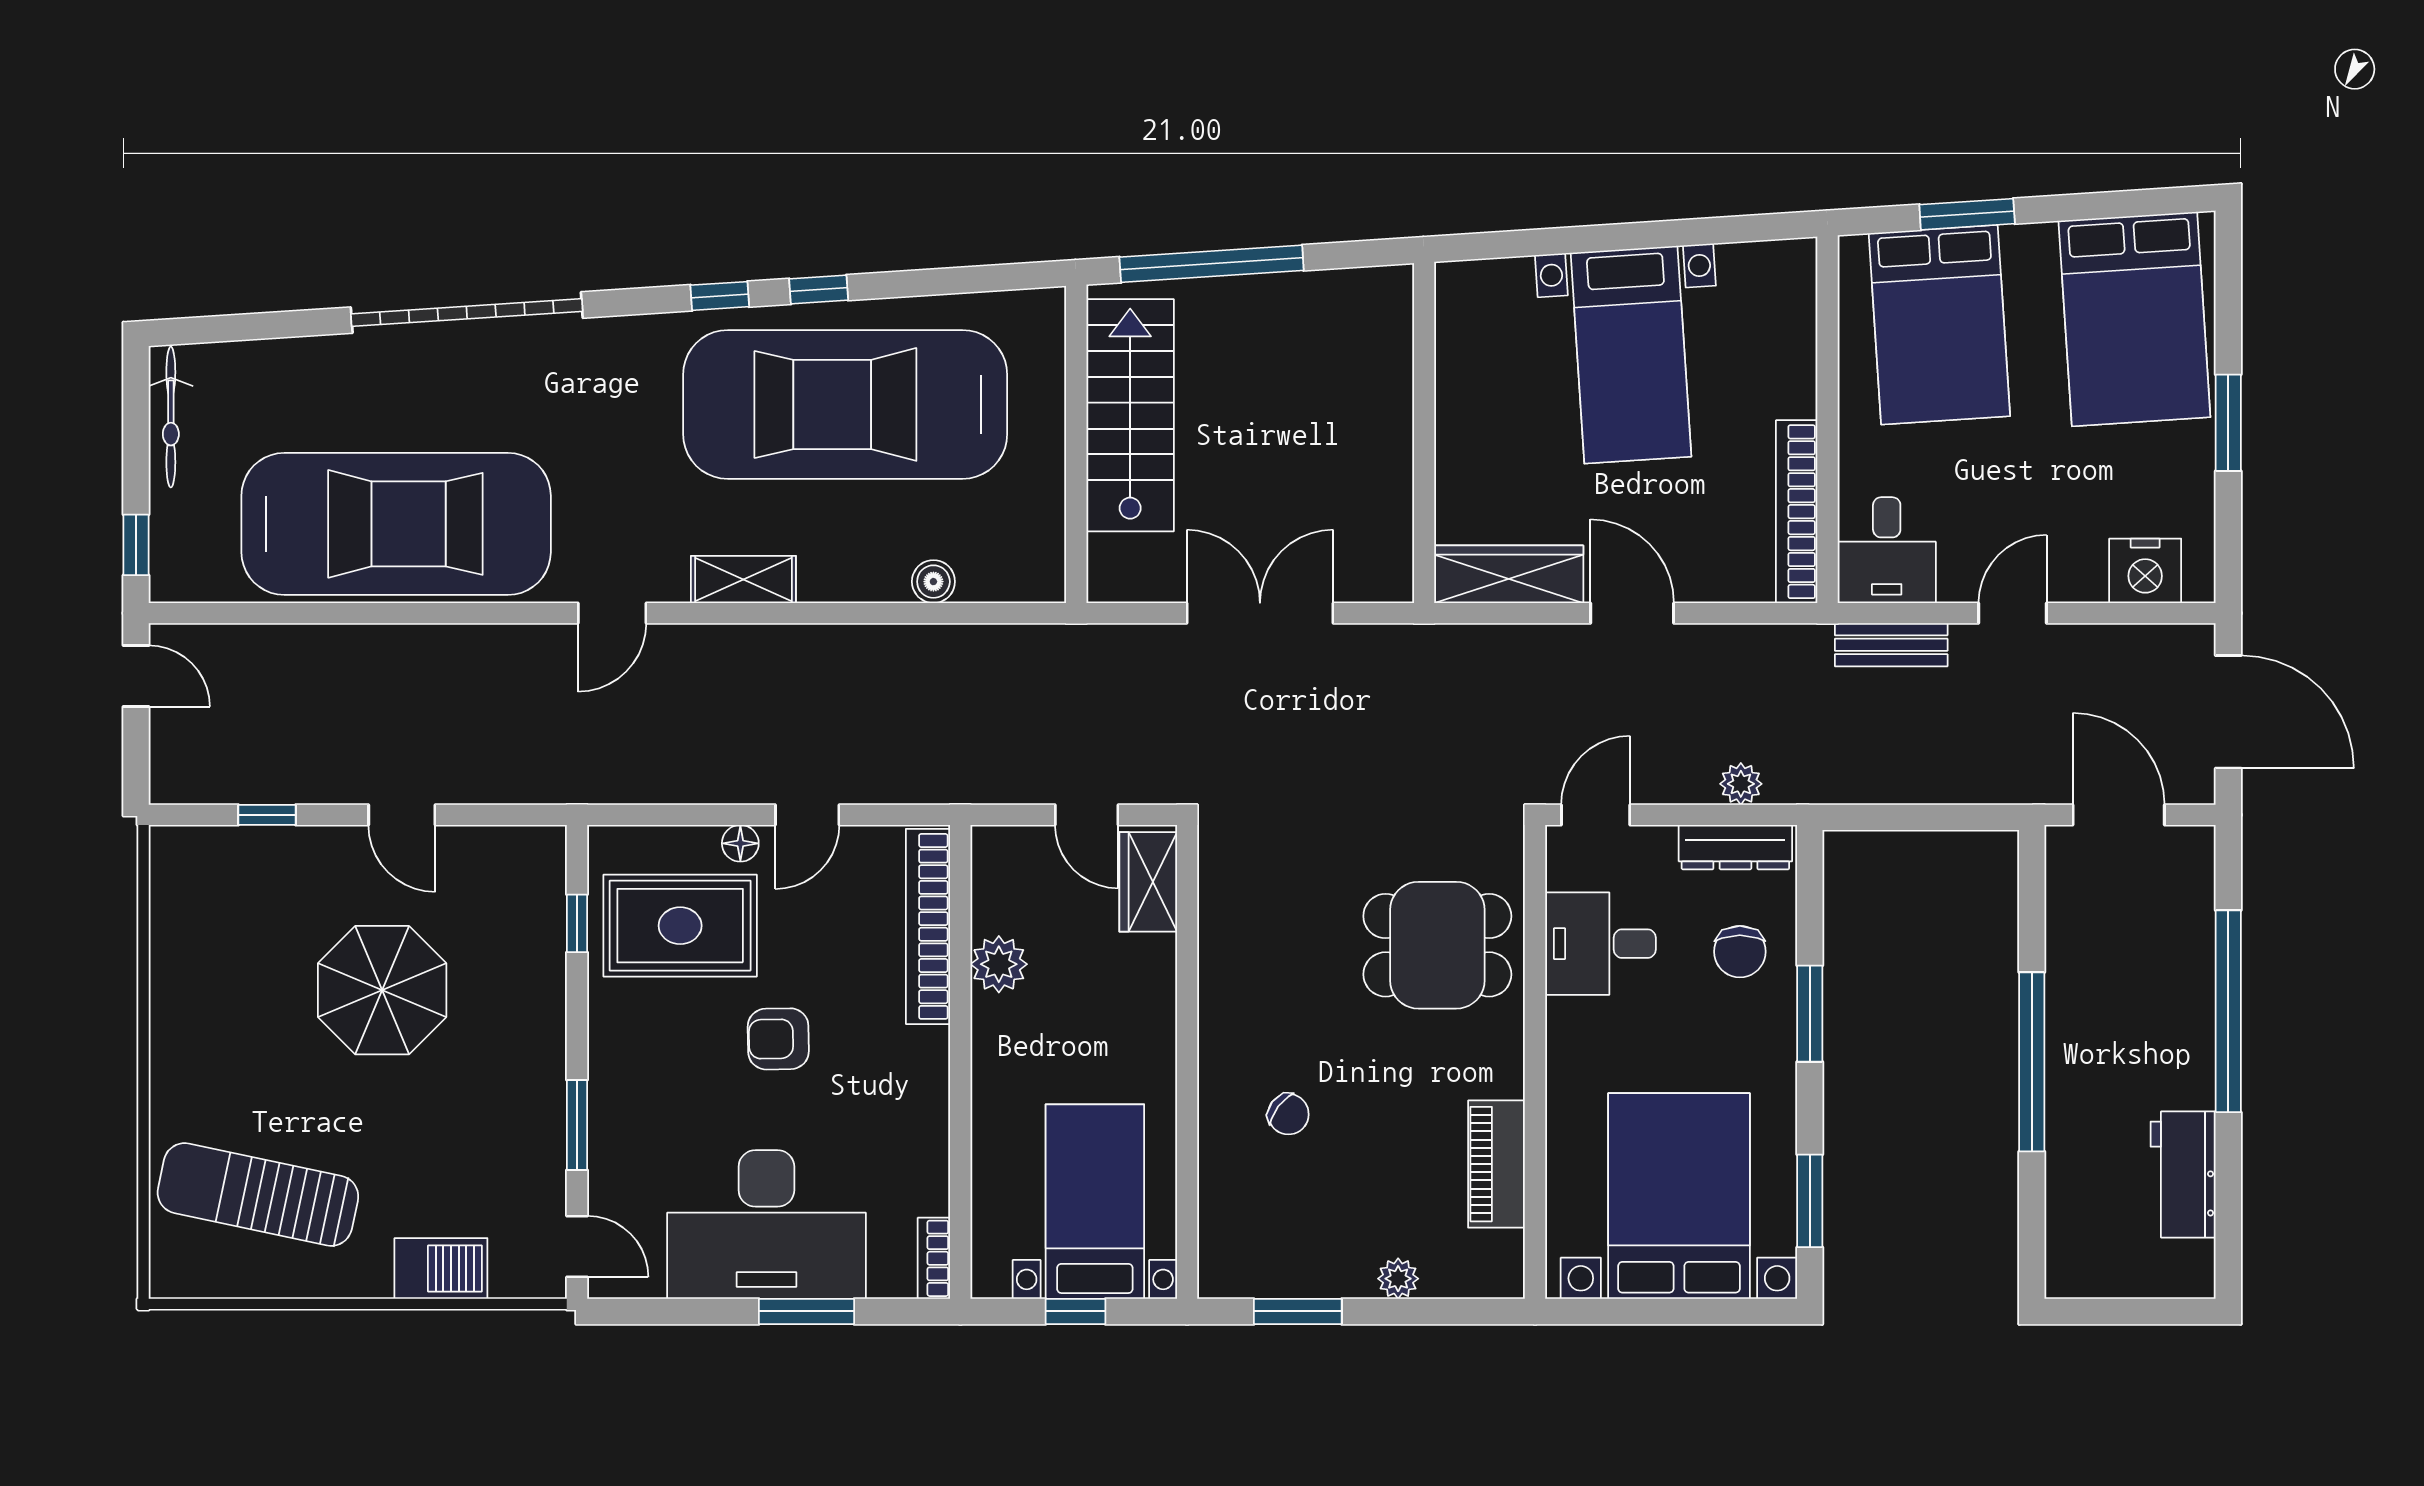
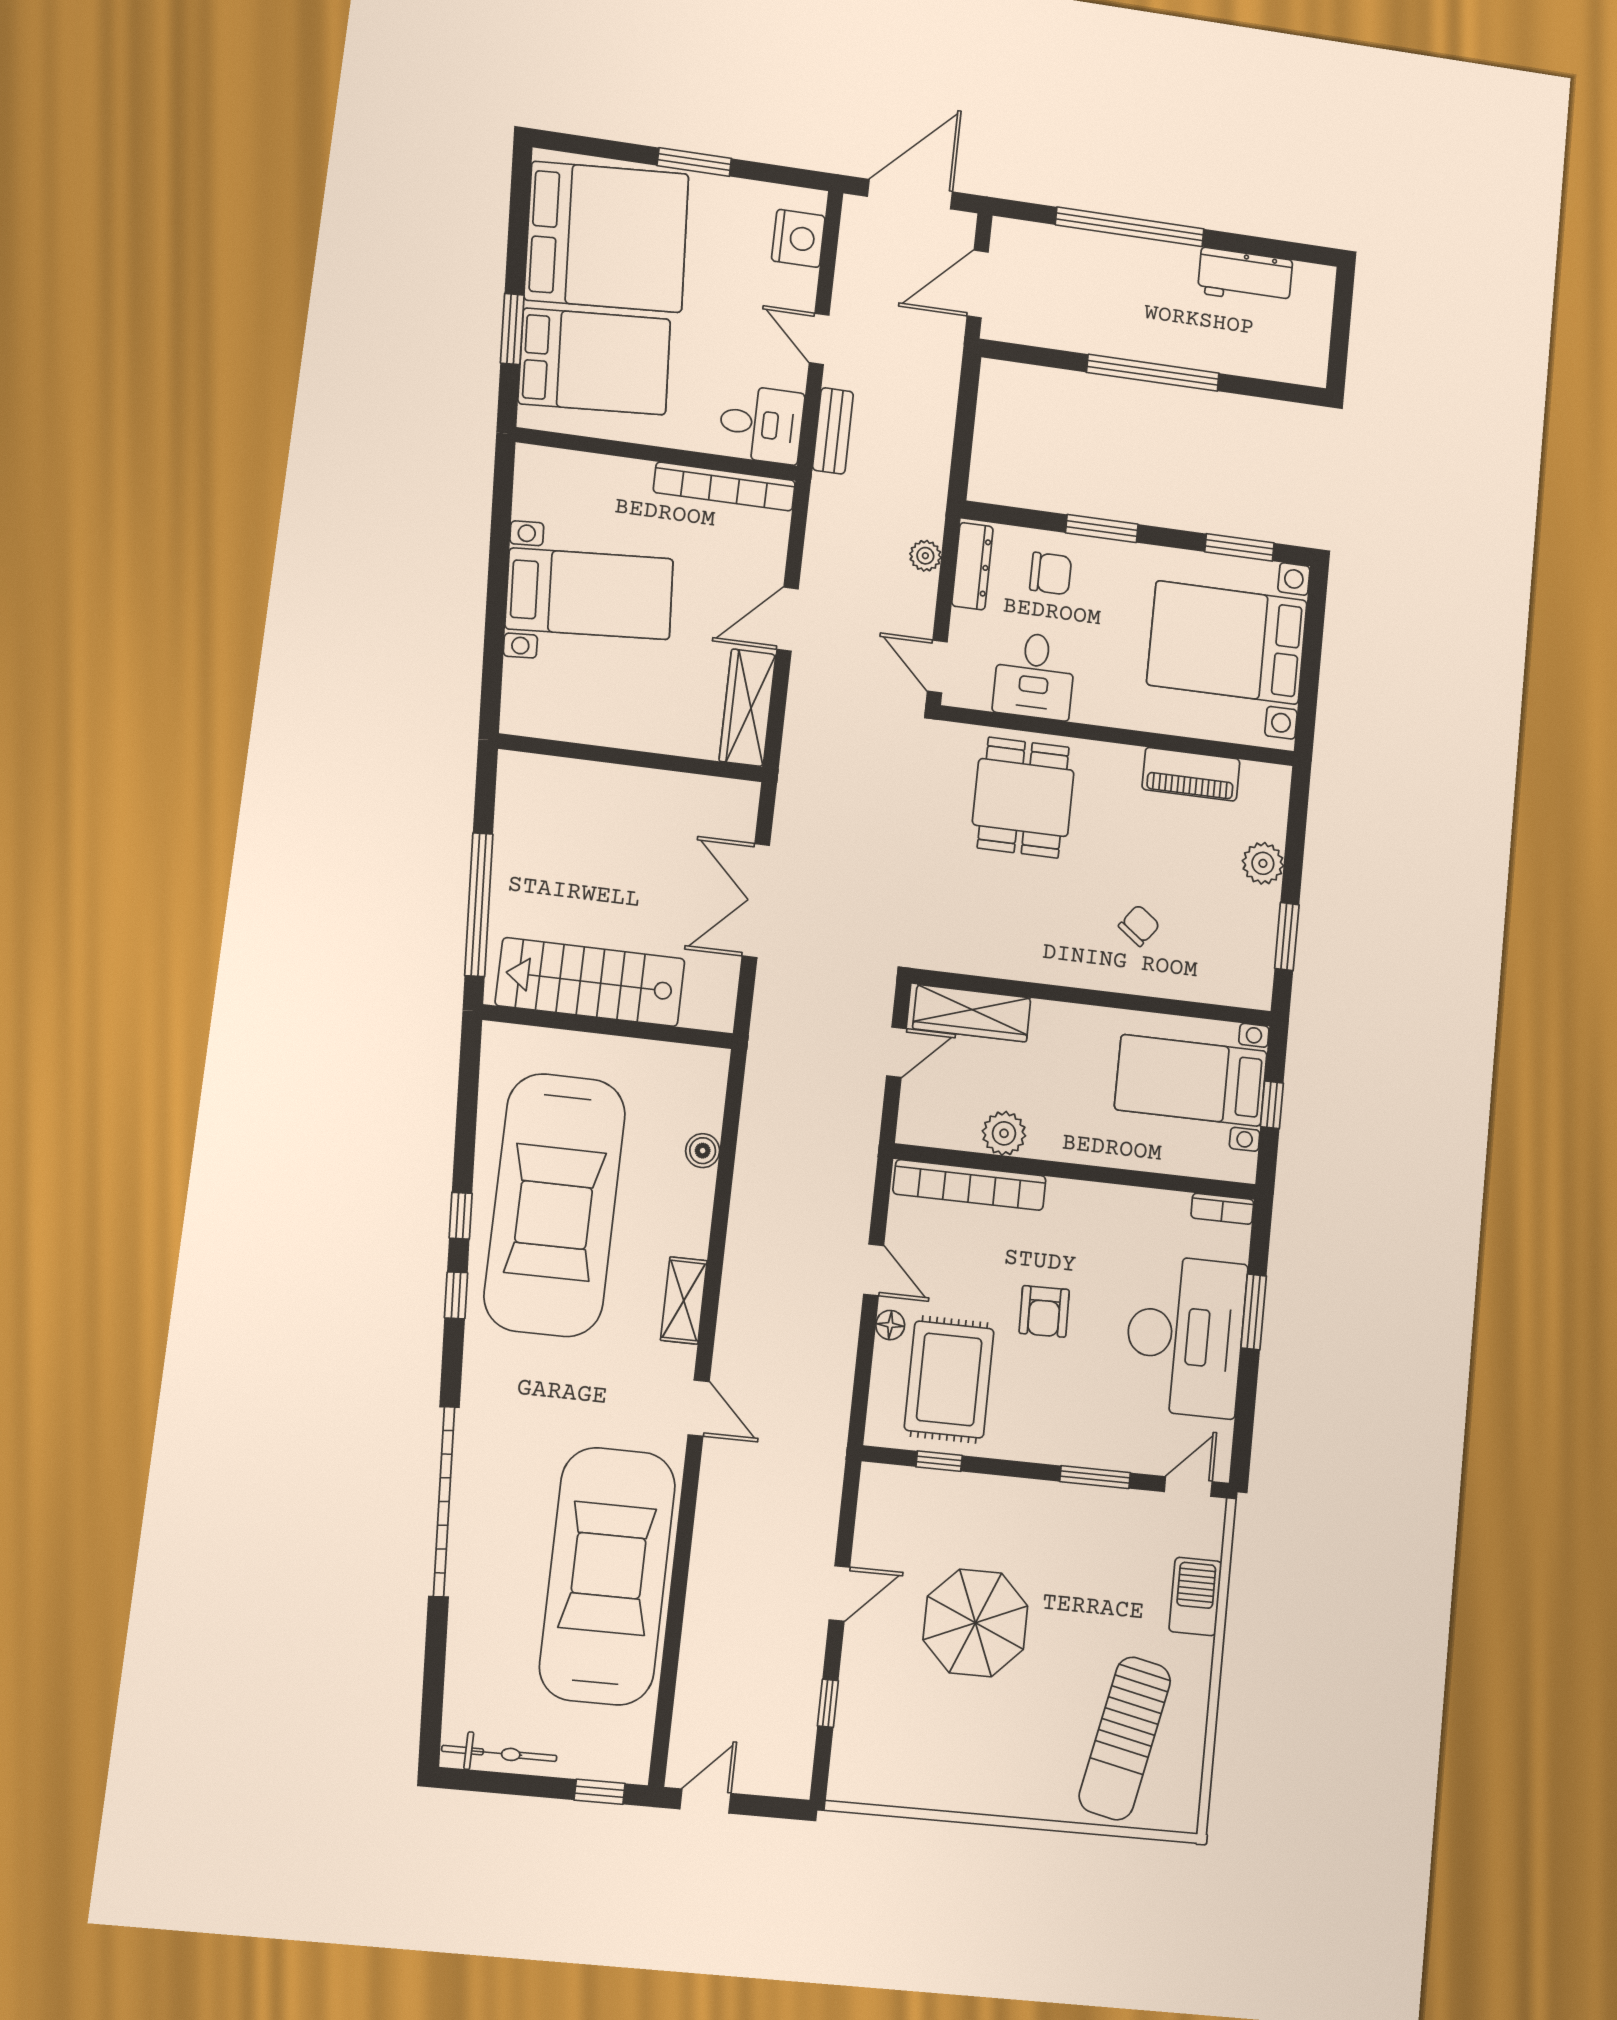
bed: (2134, 319) -> (607, 237), width x1.36
wardrobe: (1148, 882) -> (972, 1013), width x1.50
plant: (1398, 1279) -> (1263, 863), width x1.38, depth x1.38

